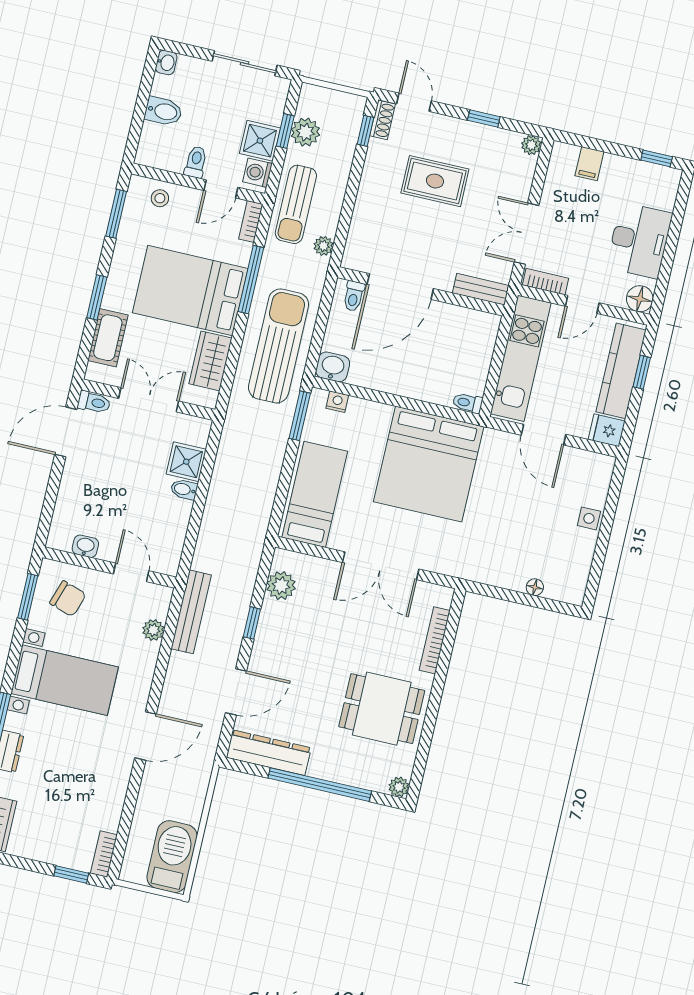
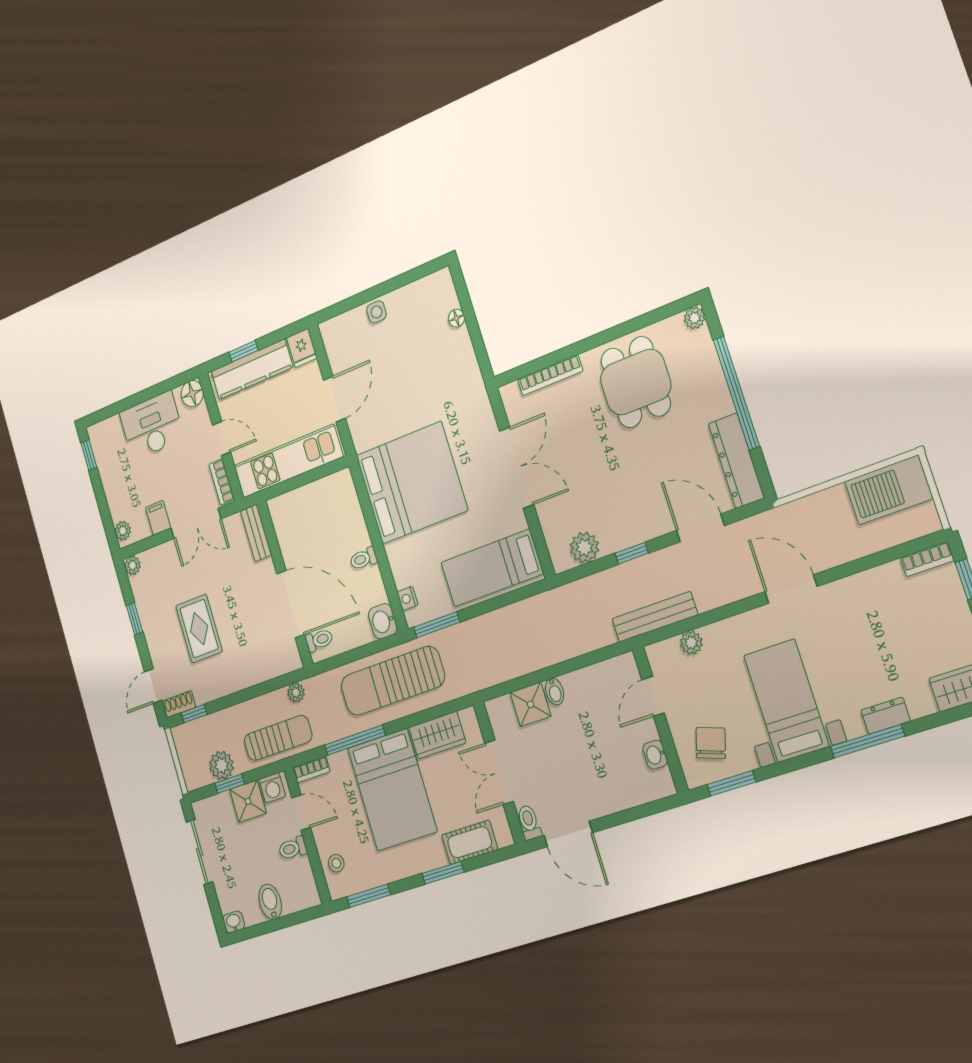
plant: (568, 153) -> (123, 531), added
filing cabinet: (589, 164) -> (158, 518), moved, turned -90
toilet: (468, 403) -> (363, 559), moved, turned 90

